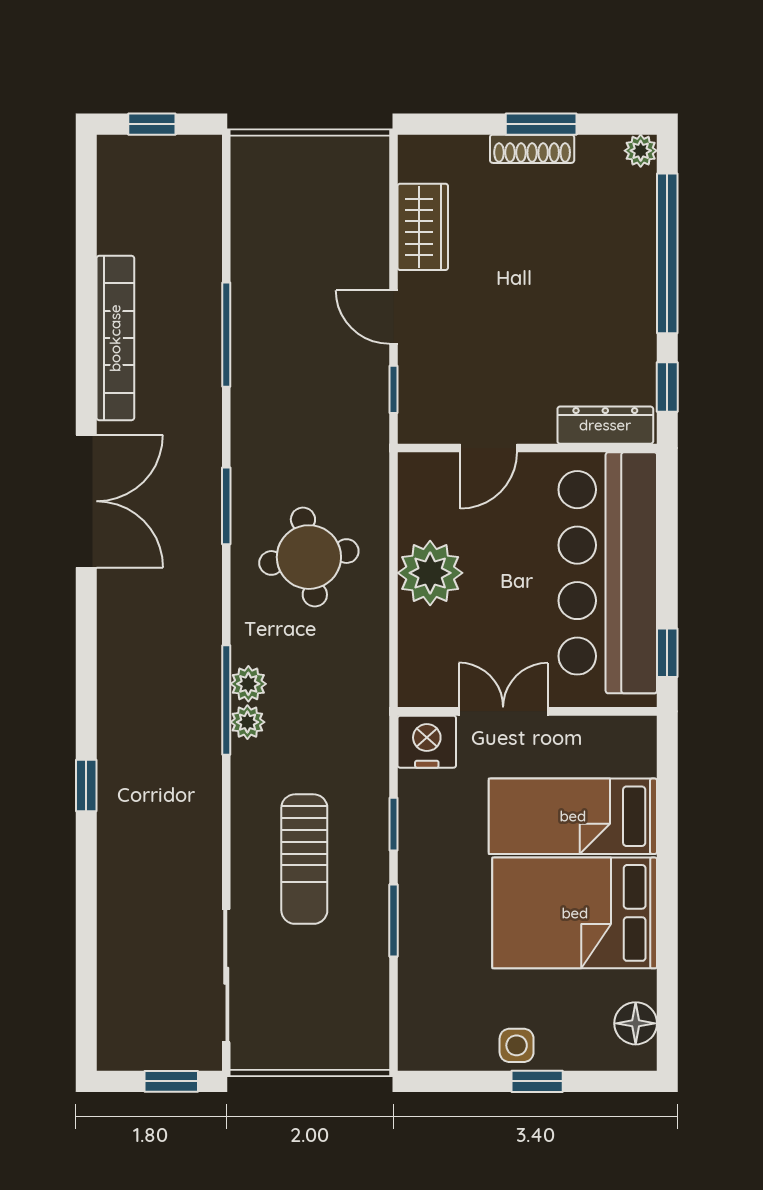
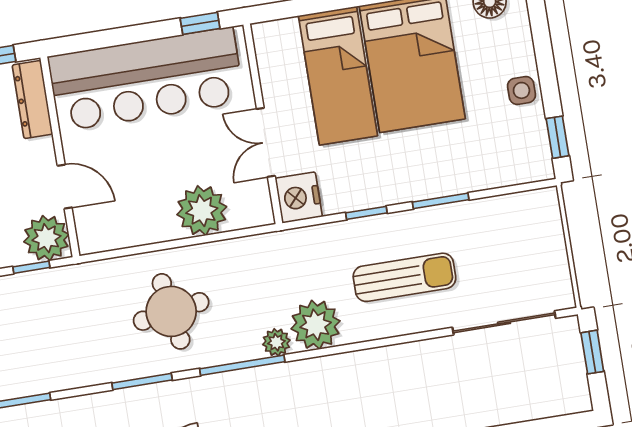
plant: (427, 414) -> (46, 238), added
plant: (430, 573) -> (202, 211), moved
window: (226, 700) -> (242, 365), moved
plant: (247, 722) -> (316, 325), width x1.88, depth x1.88
window: (537, 1081) -> (557, 137), moved

